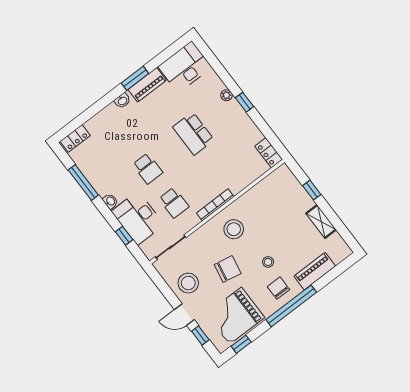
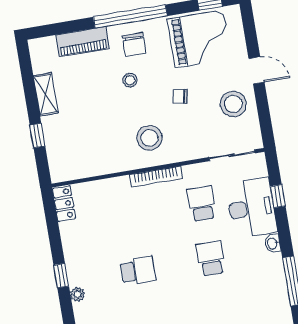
school desk: (193, 134) -> (138, 271), width x0.54
chair: (228, 269) -> (180, 96), width x0.54, depth x0.54
window: (200, 336) -> (251, 37), removed

